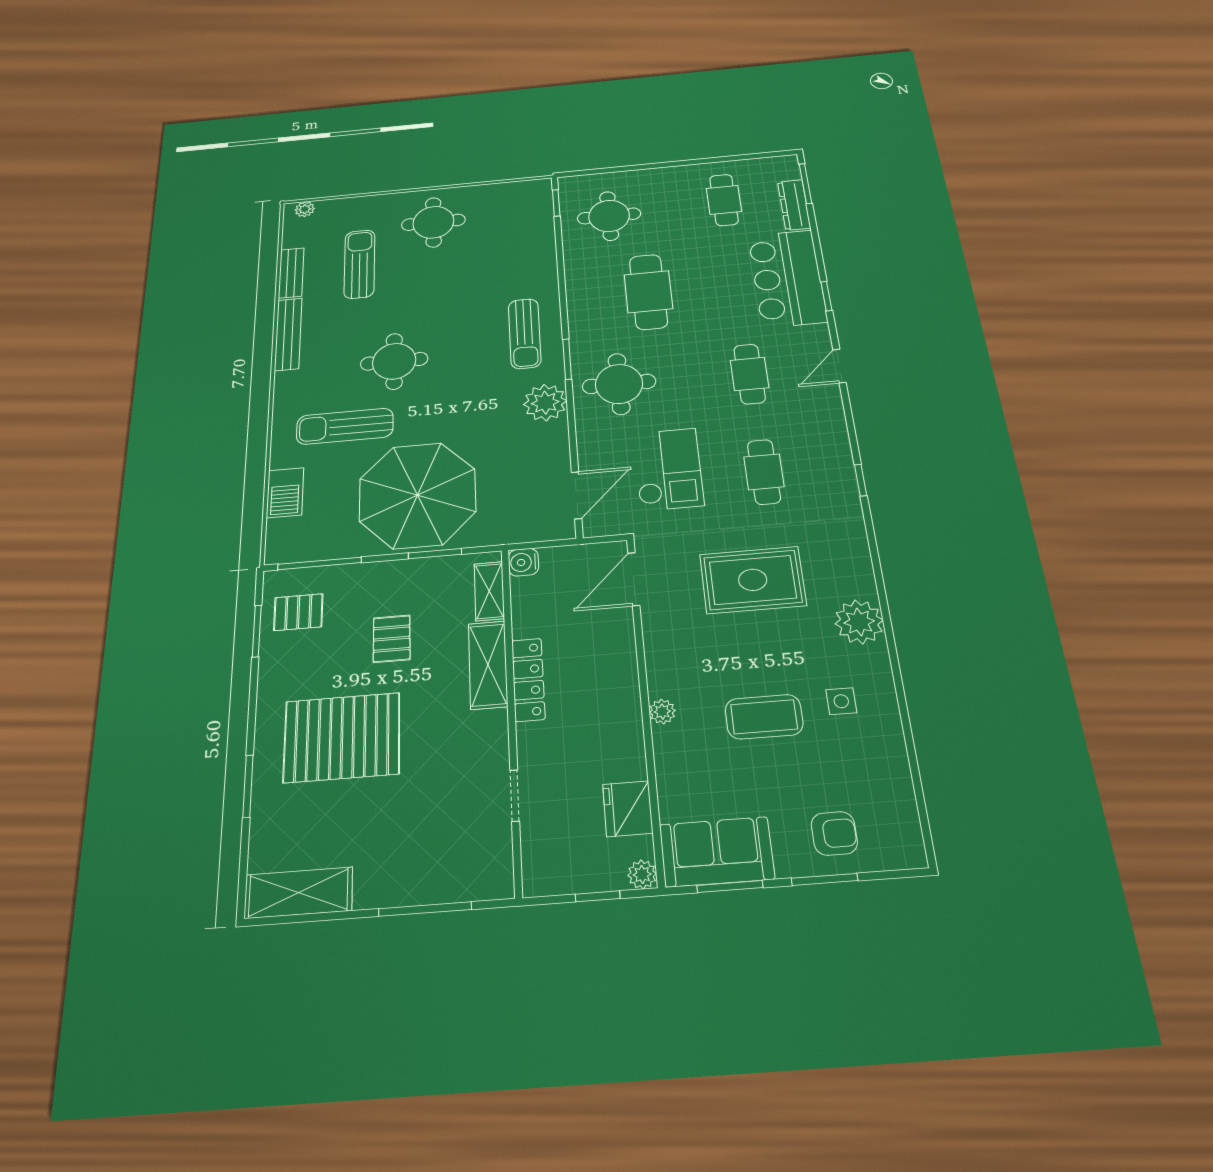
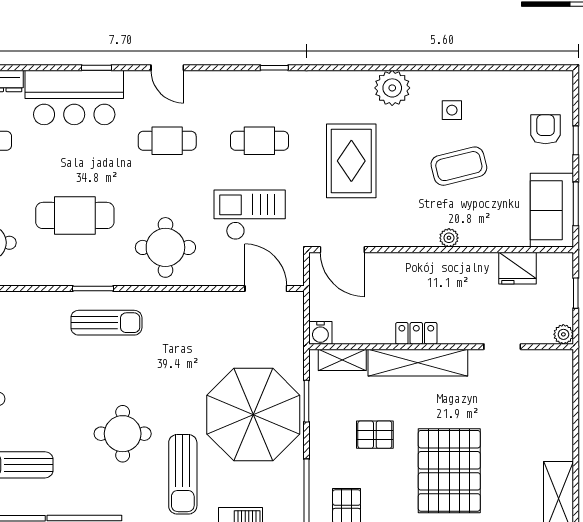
window: (567, 359) -> (93, 288), moved
plant: (545, 403) -> (177, 309), removed
shelving: (488, 665) -> (418, 363), width x1.47
locker: (528, 680) -> (416, 333), width x0.66
coffee table: (764, 717) -> (459, 166), turned 76
plant: (642, 874) -> (563, 334), moved
window: (825, 879) -> (576, 140), width x0.67
window: (425, 909) -> (576, 411), removed

